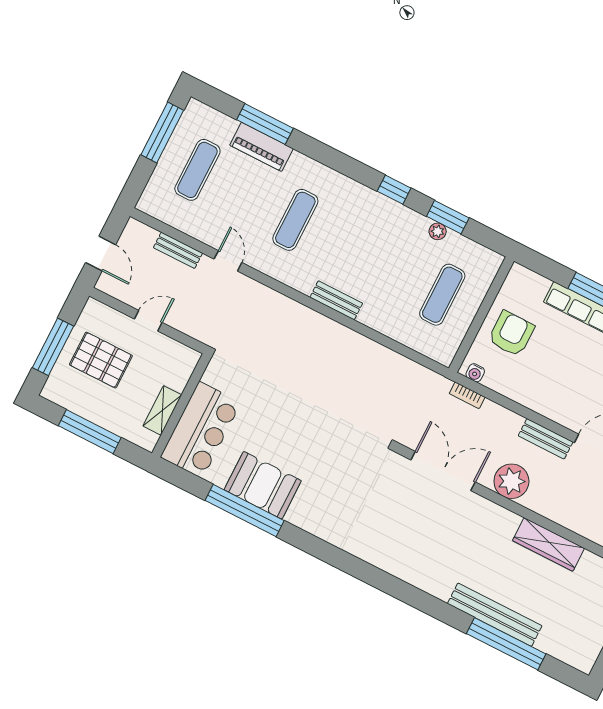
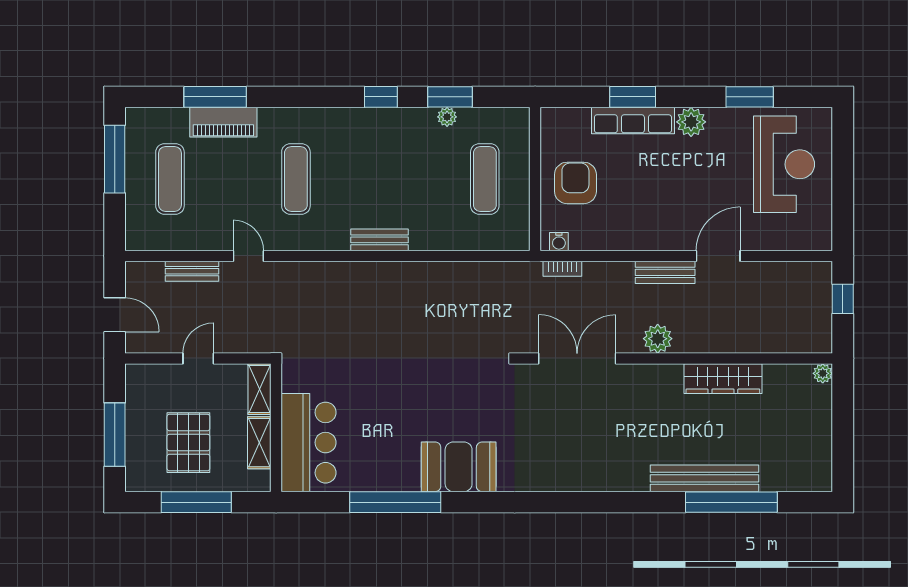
pallet: (101, 360) -> (188, 443), moved, turned 90
shelving: (184, 369) -> (260, 389), added
plant: (511, 481) -> (658, 339), width x0.73, depth x0.73
booth: (263, 485) -> (459, 467), moved

